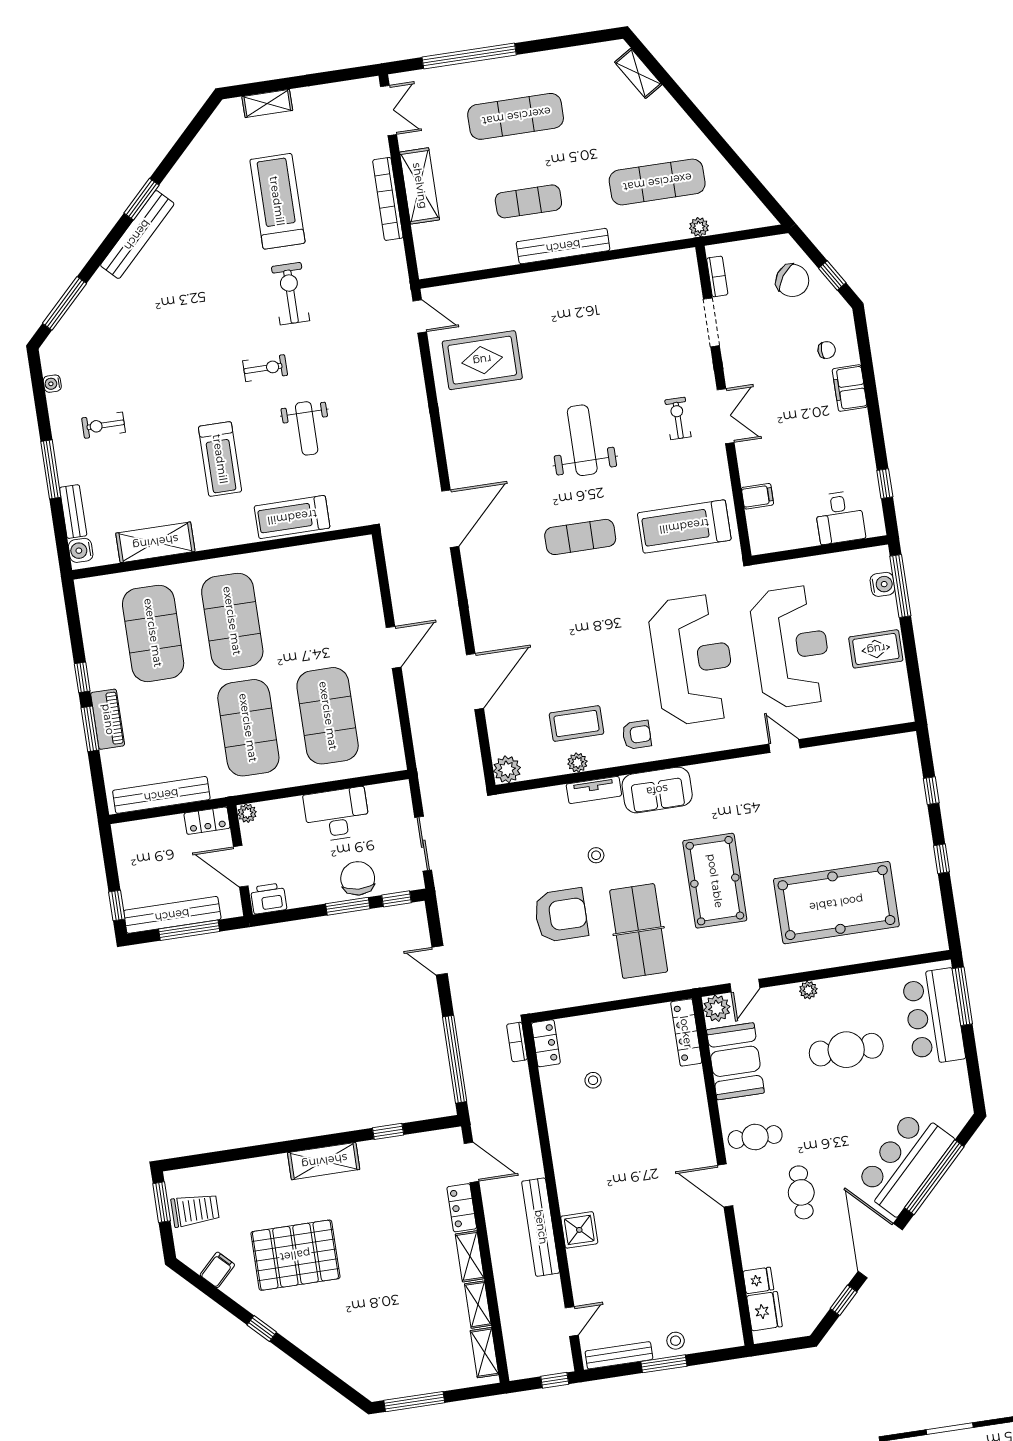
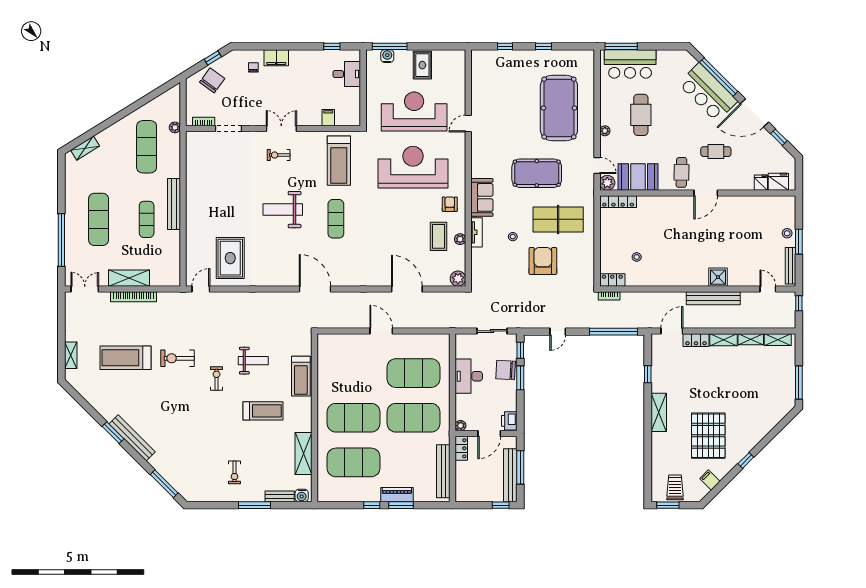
water cooler: (52, 384) -> (207, 497), removed

